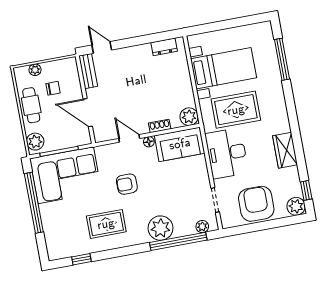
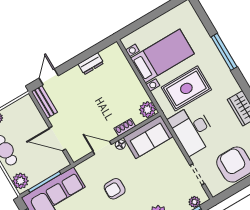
door: (102, 47) -> (49, 77), hinge flipped
dresser: (164, 47) -> (91, 64), moved
window: (282, 59) -> (224, 52), moved
chair: (53, 88) -> (19, 128), removed

